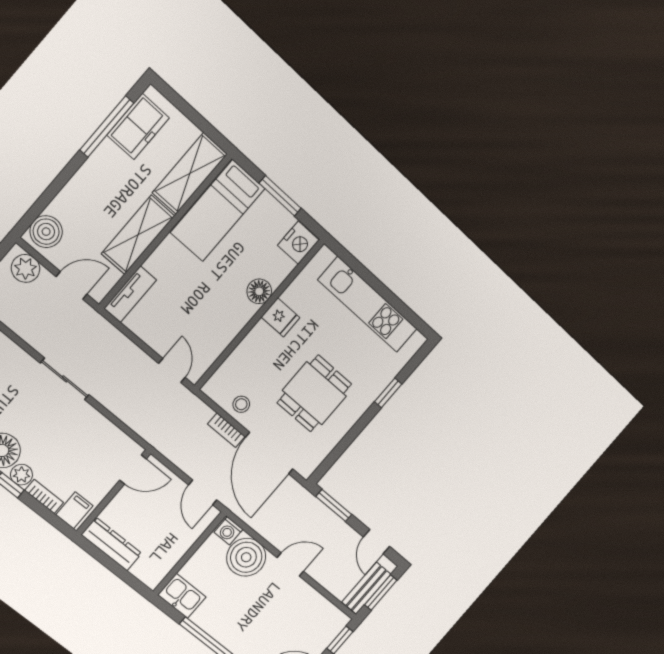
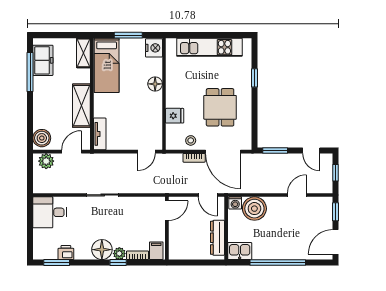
shelving: (190, 173) -> (83, 53), width x0.67, depth x0.75
fridge: (280, 317) -> (175, 116), moved
door: (172, 370) -> (146, 152), swing flipped
dresser: (112, 544) -> (217, 238), moved, turned -90
door: (290, 564) -> (297, 195), moved
bench: (366, 588) -> (326, 176), removed
window: (381, 593) -> (335, 173), width x0.67

